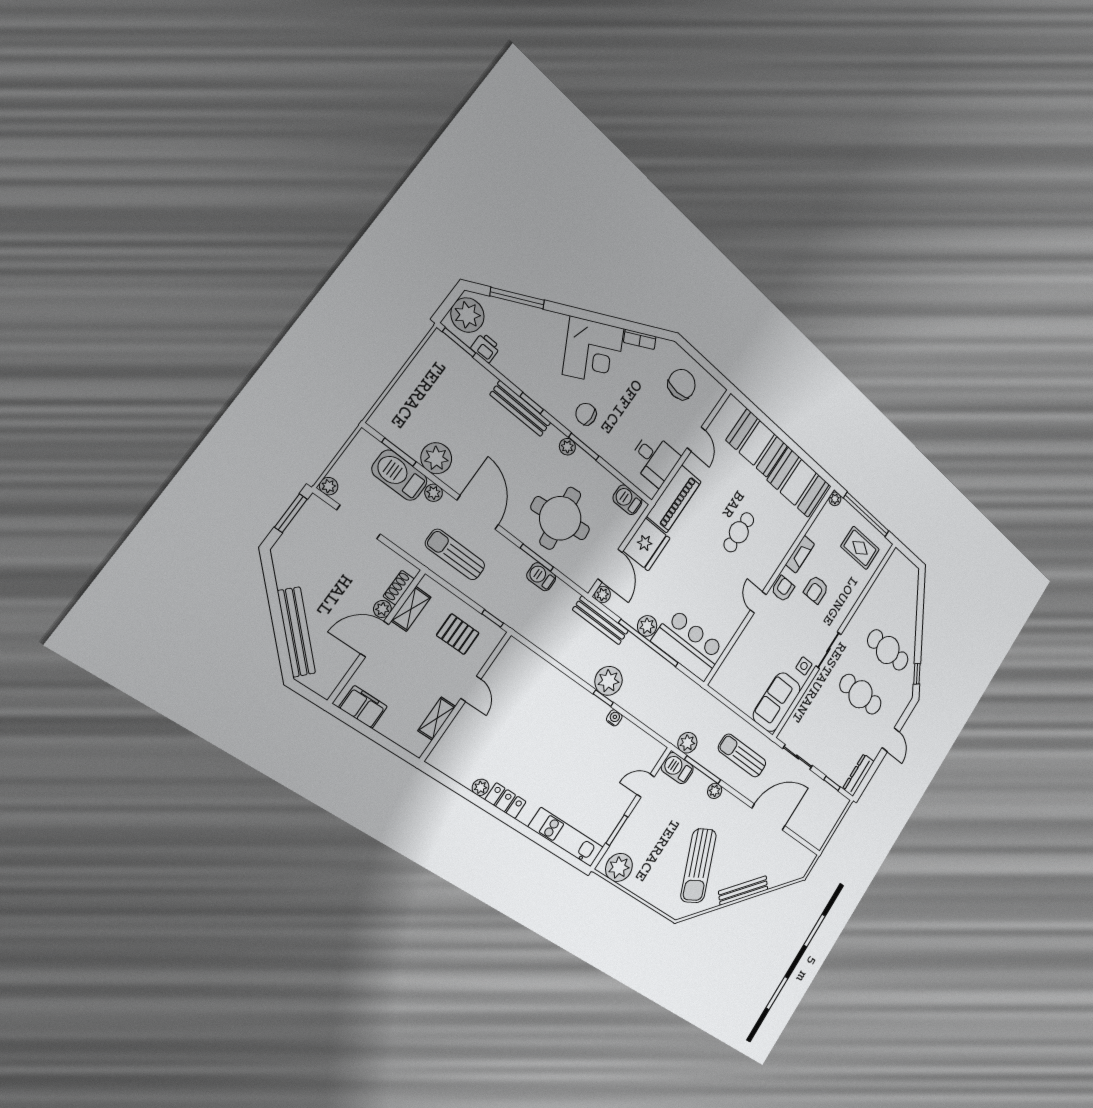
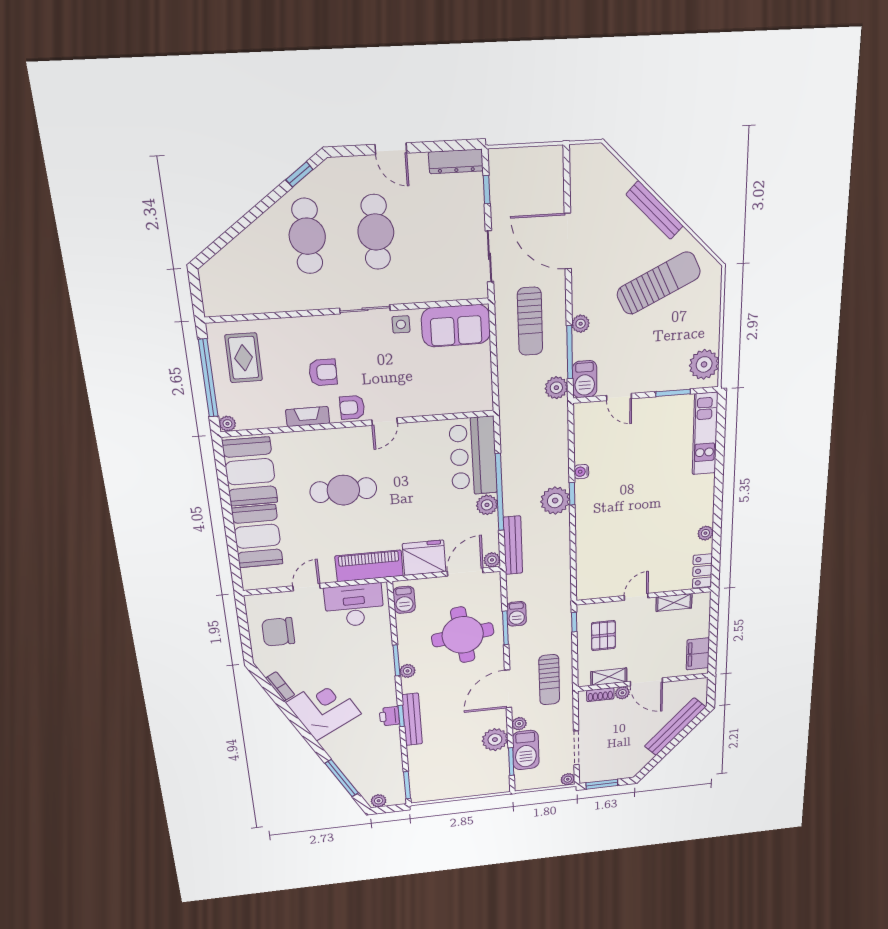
plant: (467, 315) -> (379, 801), width x0.53, depth x0.53
printer: (485, 348) -> (389, 716), moved
chair: (586, 414) -> (372, 678), removed
desk: (655, 459) -> (354, 605), width x1.37
cafe table: (739, 532) -> (343, 490), width x1.37, depth x1.35
door: (891, 740) -> (391, 149), swing flipped
locker: (506, 801) -> (702, 571), moved

